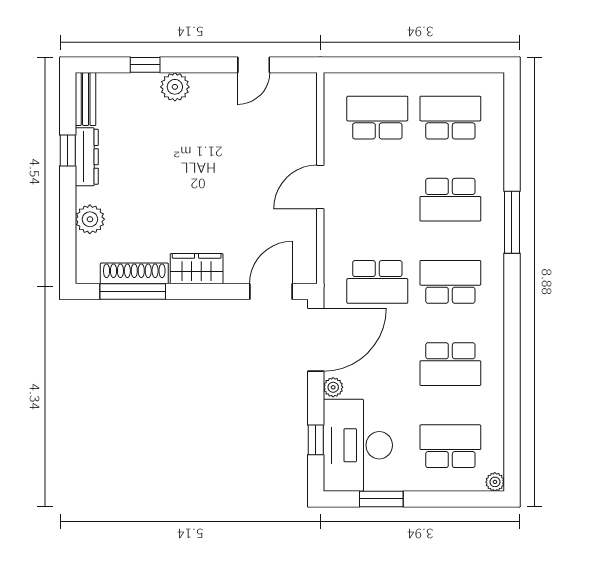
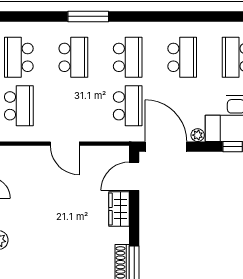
school desk: (377, 118) -> (19, 106), turned 180
wardrobe: (197, 269) -> (119, 209), moved
school desk: (450, 282) -> (128, 57), turned 180
door: (271, 292) -> (134, 176), hinge flipped

